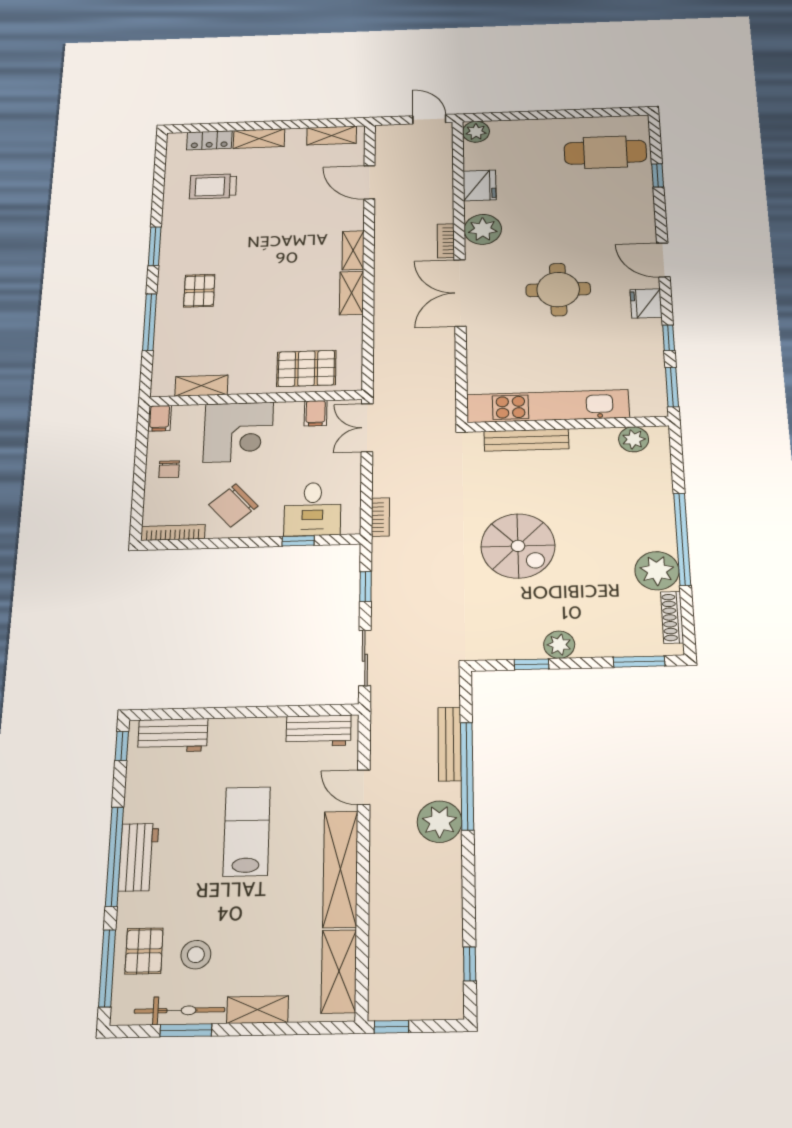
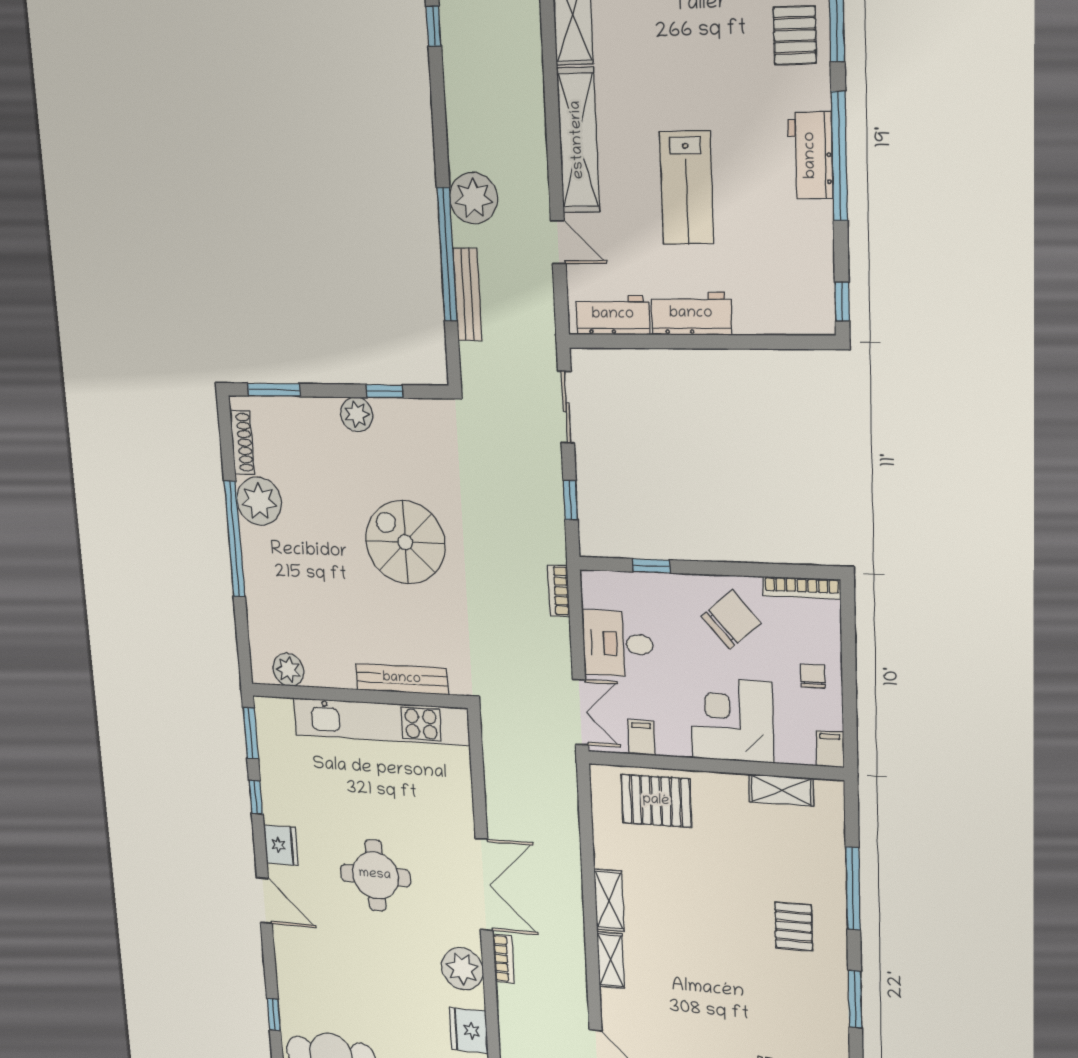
desk: (313, 509) -> (618, 644), moved, turned -90
workbench: (173, 735) -> (691, 314), moved
stool: (196, 955) -> (734, 32), removed

